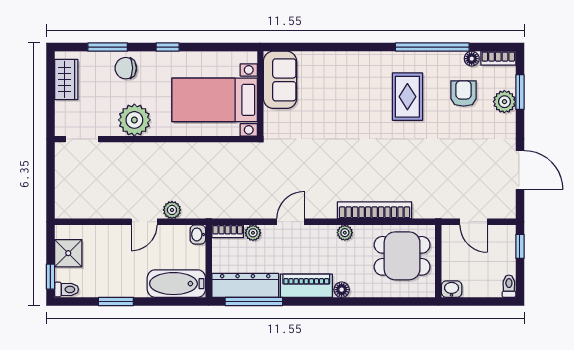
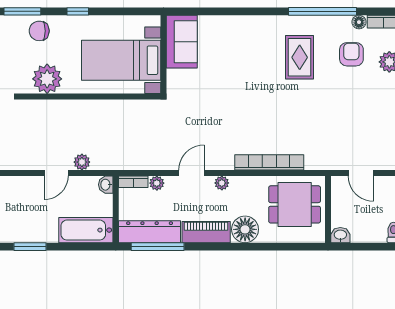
plant: (345, 233) -> (222, 183), moved
floor lamp: (342, 290) -> (245, 229), width x1.89, depth x1.89

